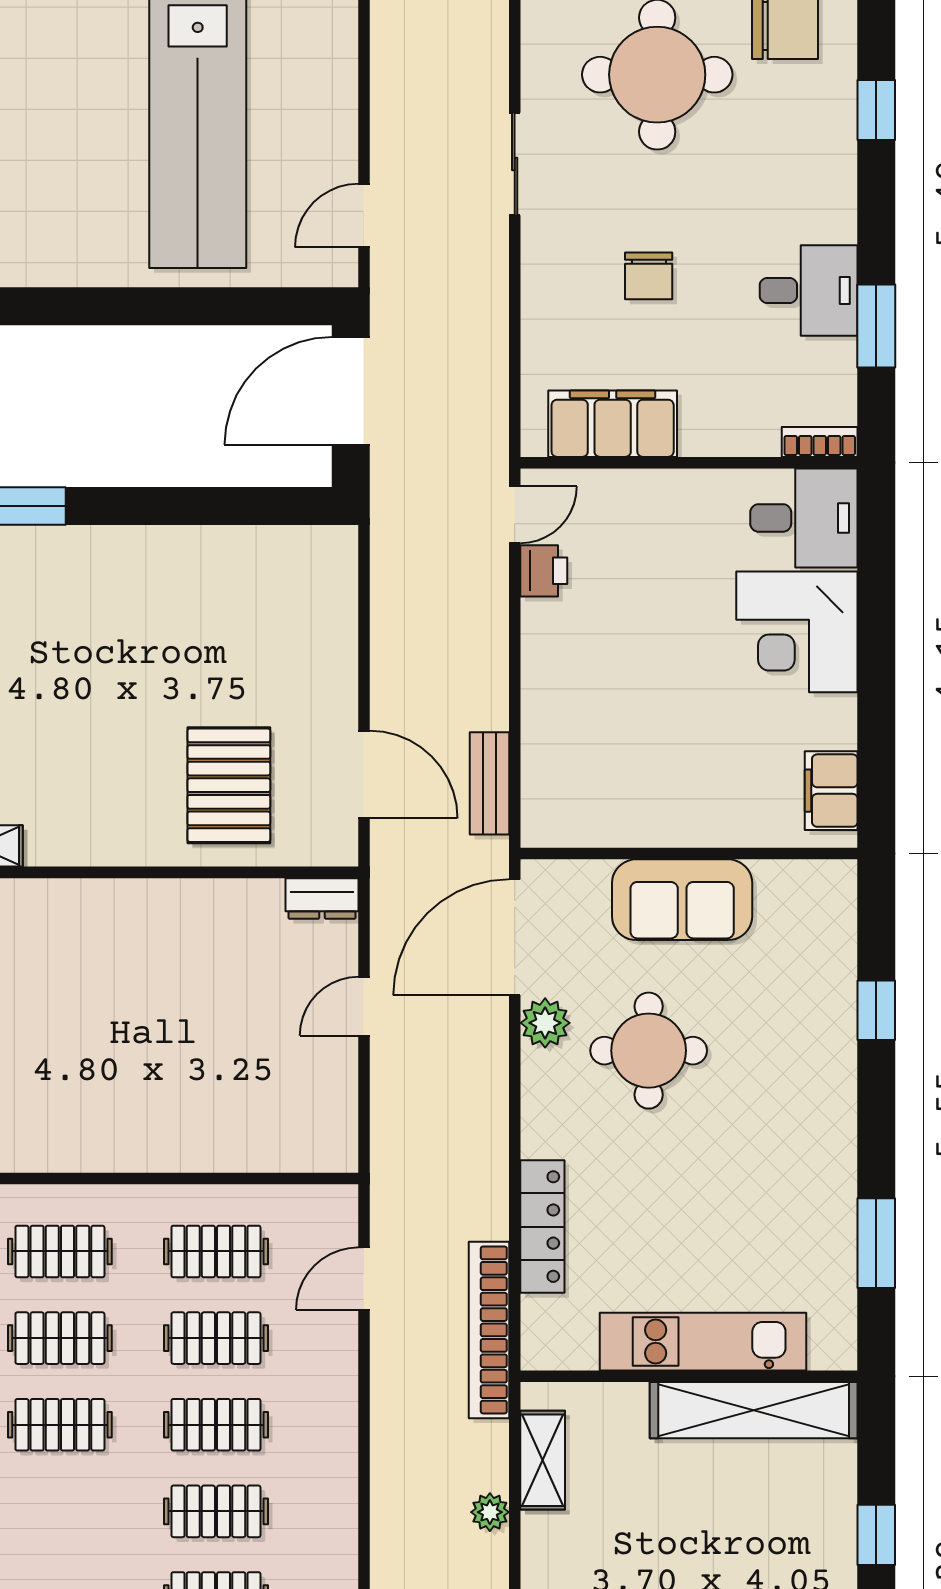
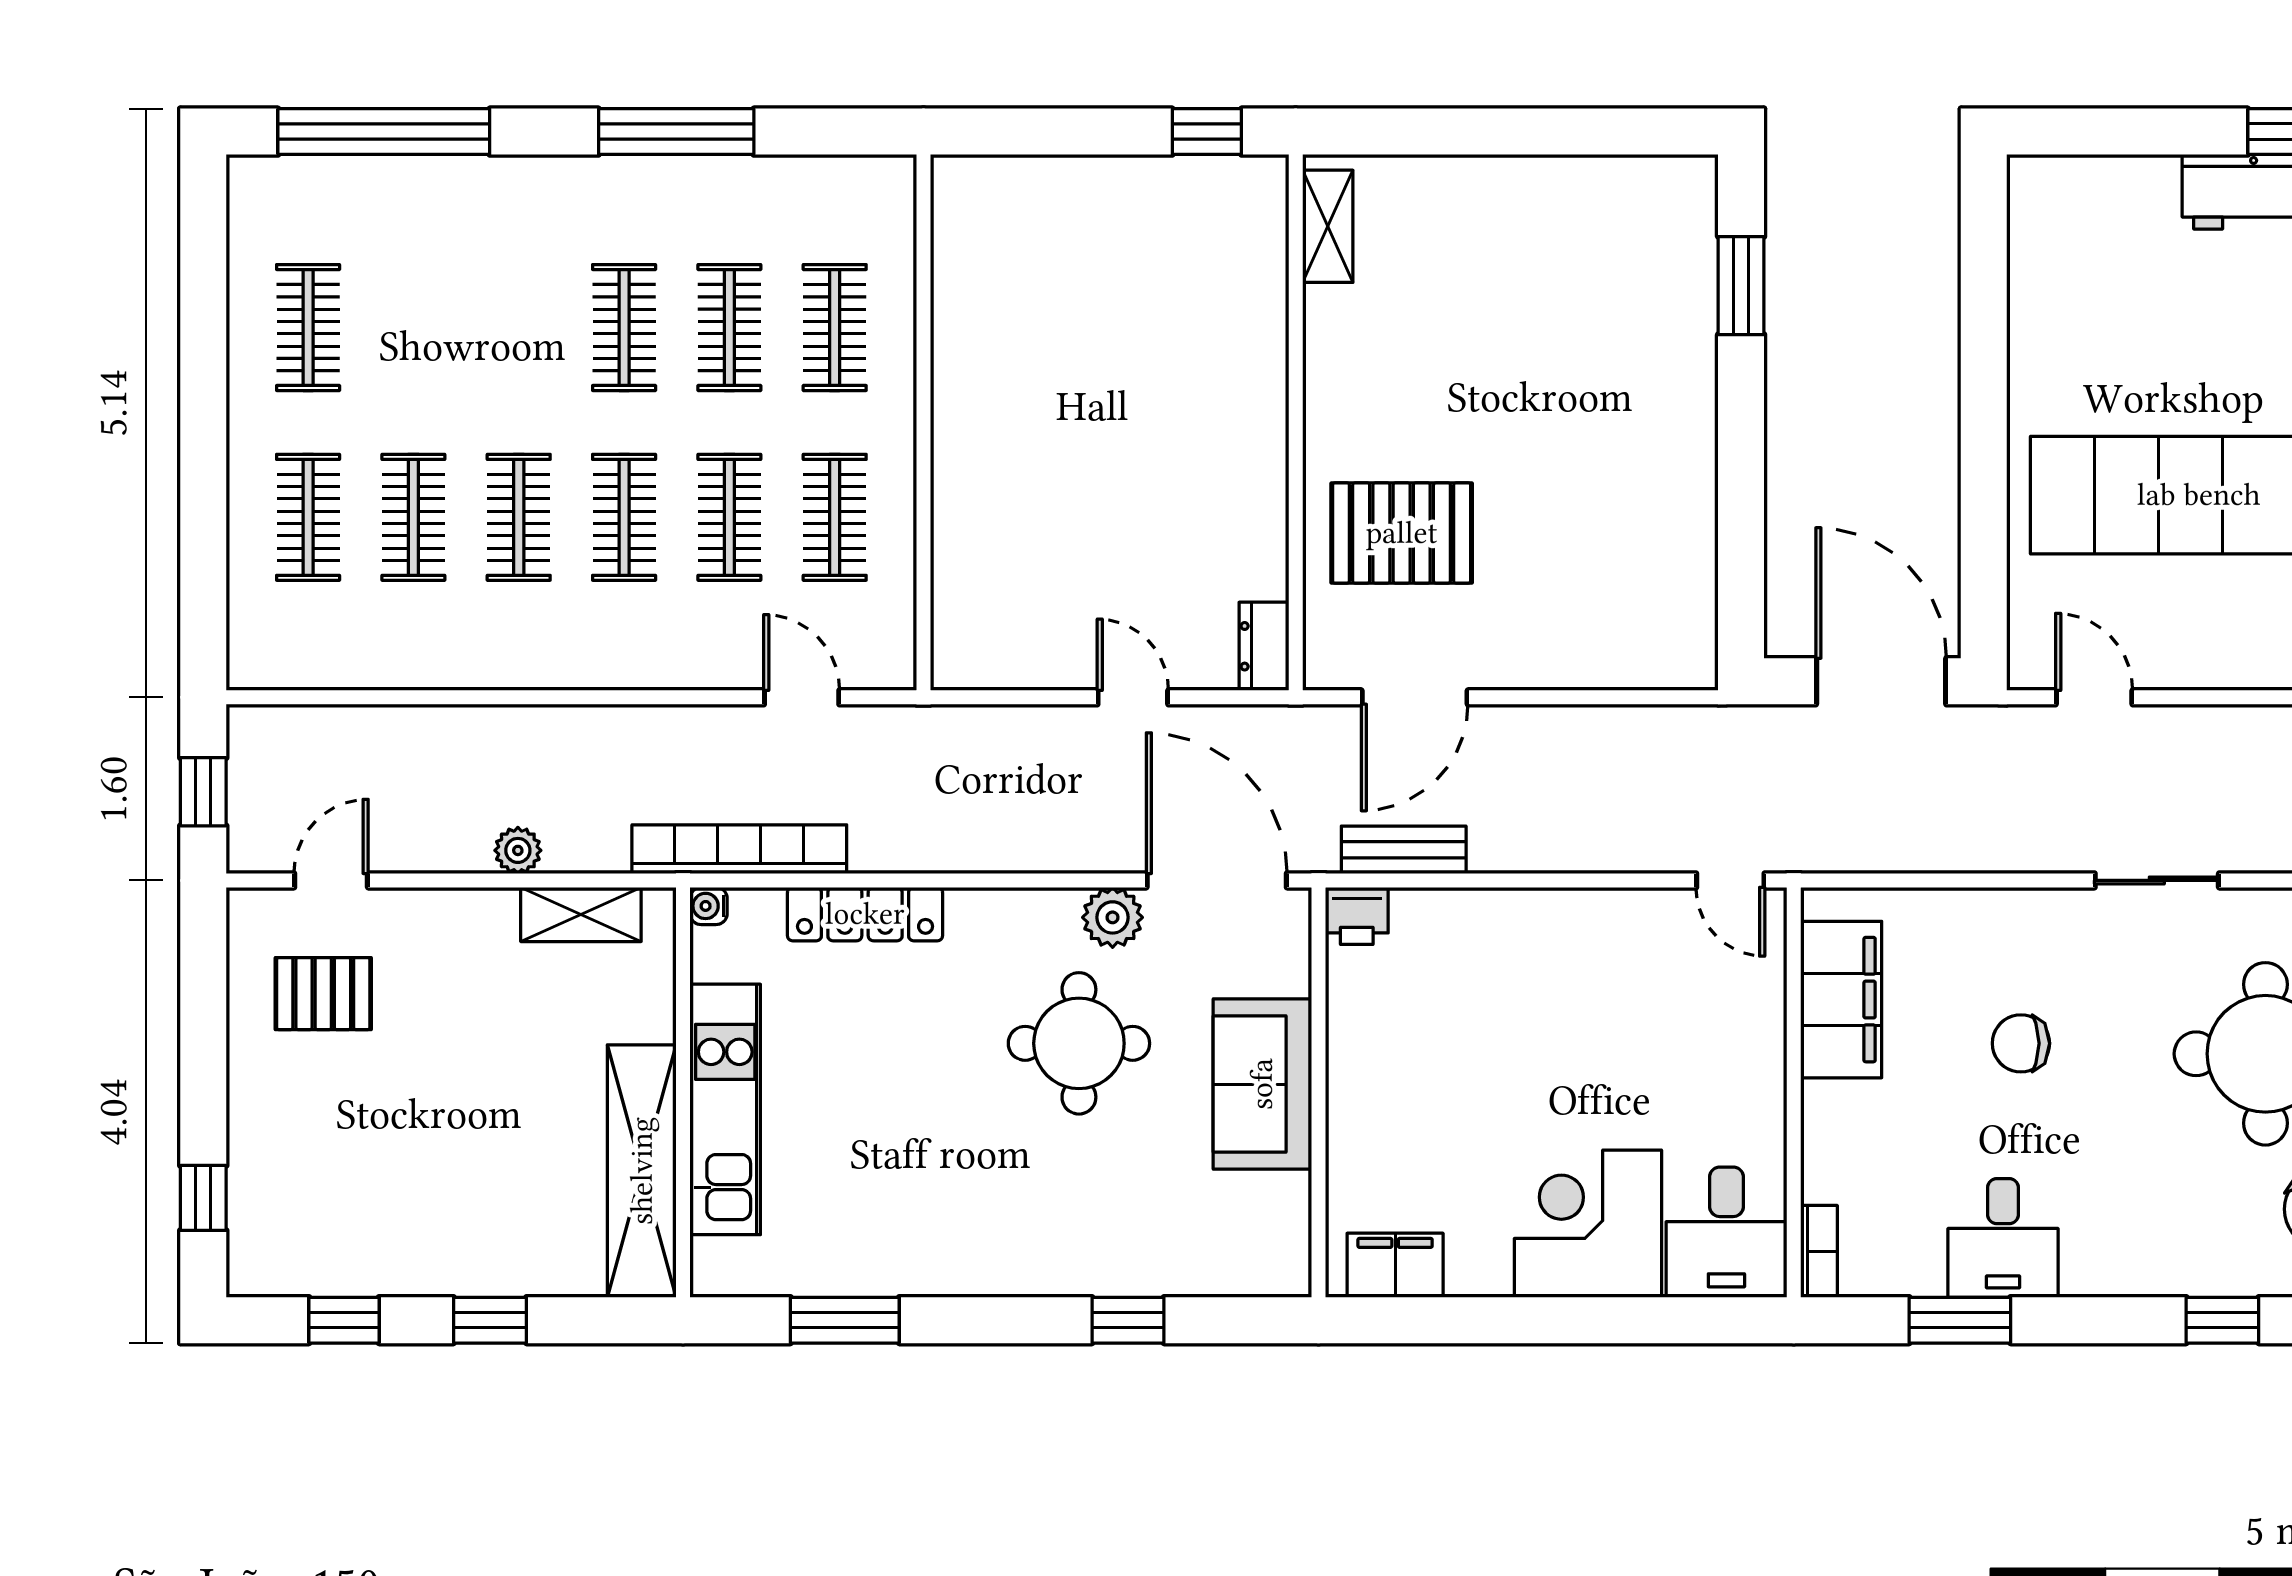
printer: (544, 571) -> (1357, 916), moved
water cooler: (536, 1355) -> (709, 906), added

